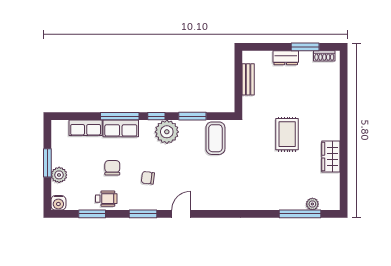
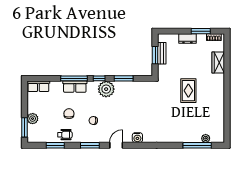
window: (238, 82) -> (155, 55), added
row of seats: (86, 128) -> (38, 86), moved
coffee table: (215, 138) -> (139, 93), removed
wardrobe: (331, 157) -> (218, 63), moved
window: (47, 163) -> (25, 127), moved
water cooler: (58, 203) -> (137, 138), moved

